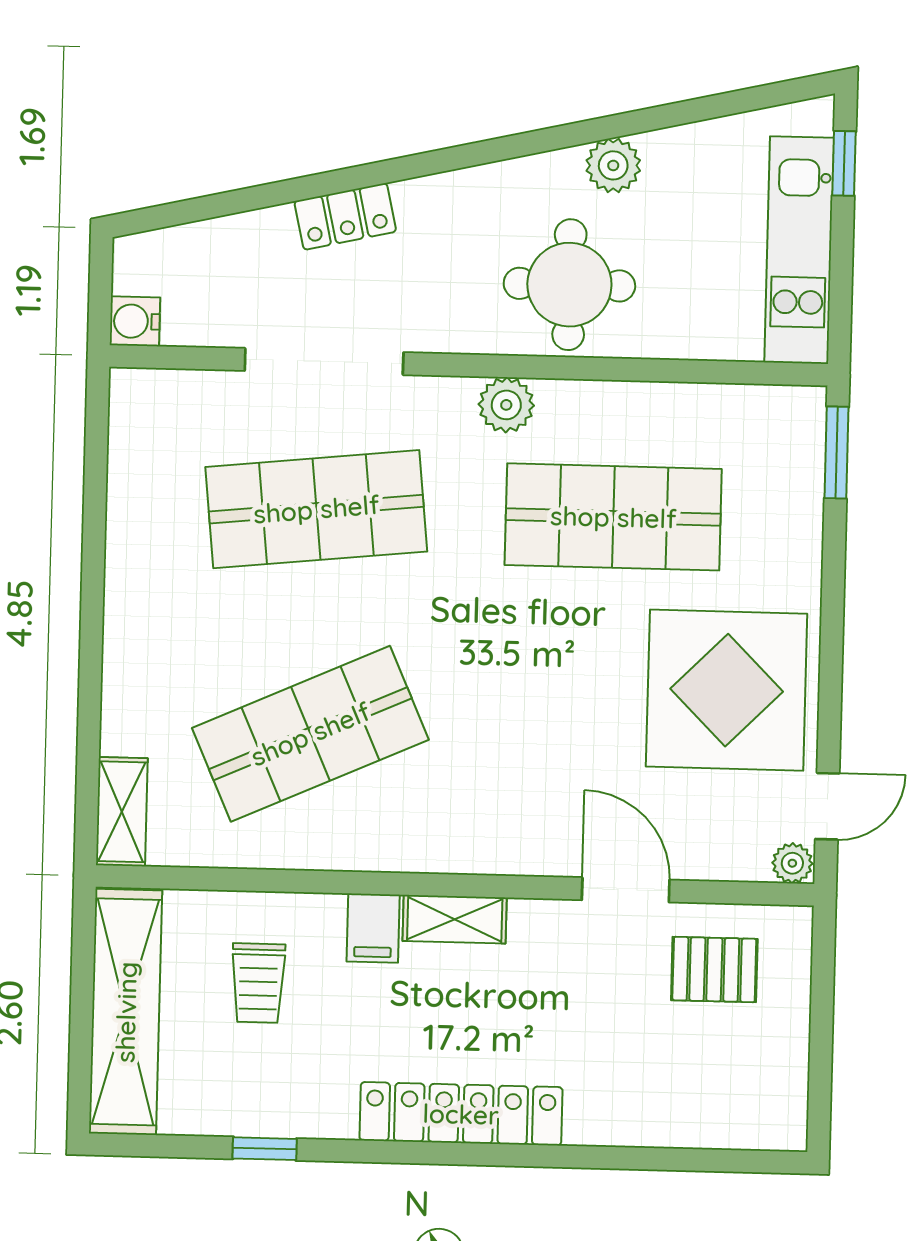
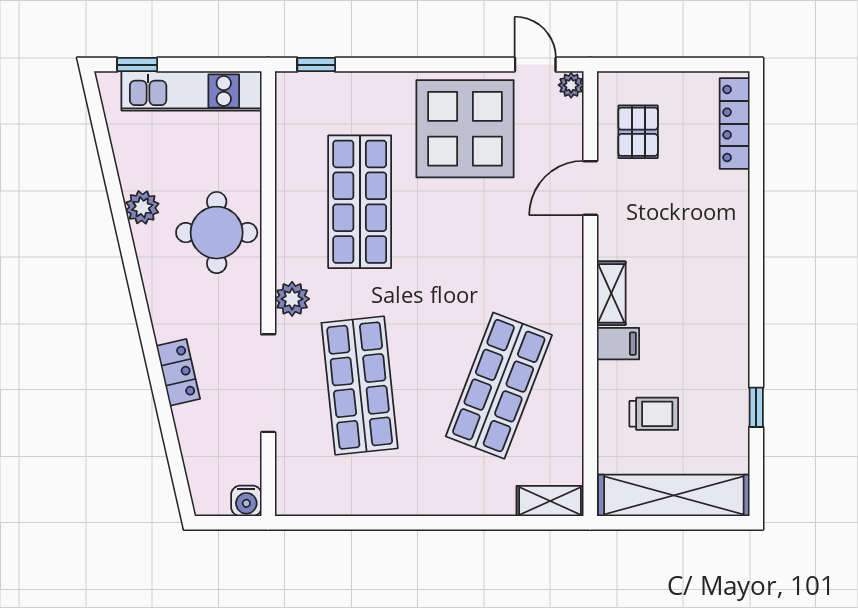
plant: (506, 405) -> (292, 299), moved
window: (836, 453) -> (316, 65), width x0.67
shop shelf: (310, 734) -> (499, 386), turned 45
locker: (461, 1114) -> (735, 124), moved, width x0.71, depth x0.83

